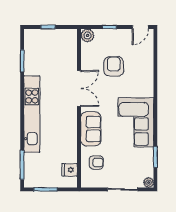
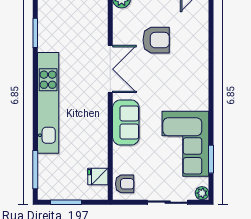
armchair: (114, 66) -> (156, 40), turned 90
corner sofa: (136, 122) -> (185, 144), moved
armchair: (96, 162) -> (125, 184), moved

